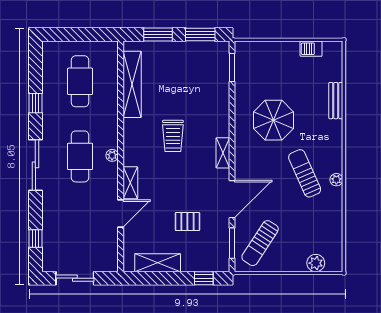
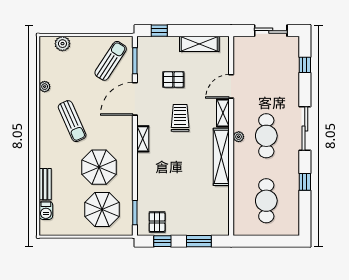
window: (200, 35) -> (162, 241), width x0.67
barbecue: (311, 49) -> (46, 210), moved, turned 90
pallet: (206, 57) -> (157, 222), added
parasol: (270, 71) -> (102, 210), added
shelving: (132, 84) -> (221, 157), moved
trolley: (173, 136) -> (180, 118), moved
plant: (336, 180) -> (45, 87), moved

